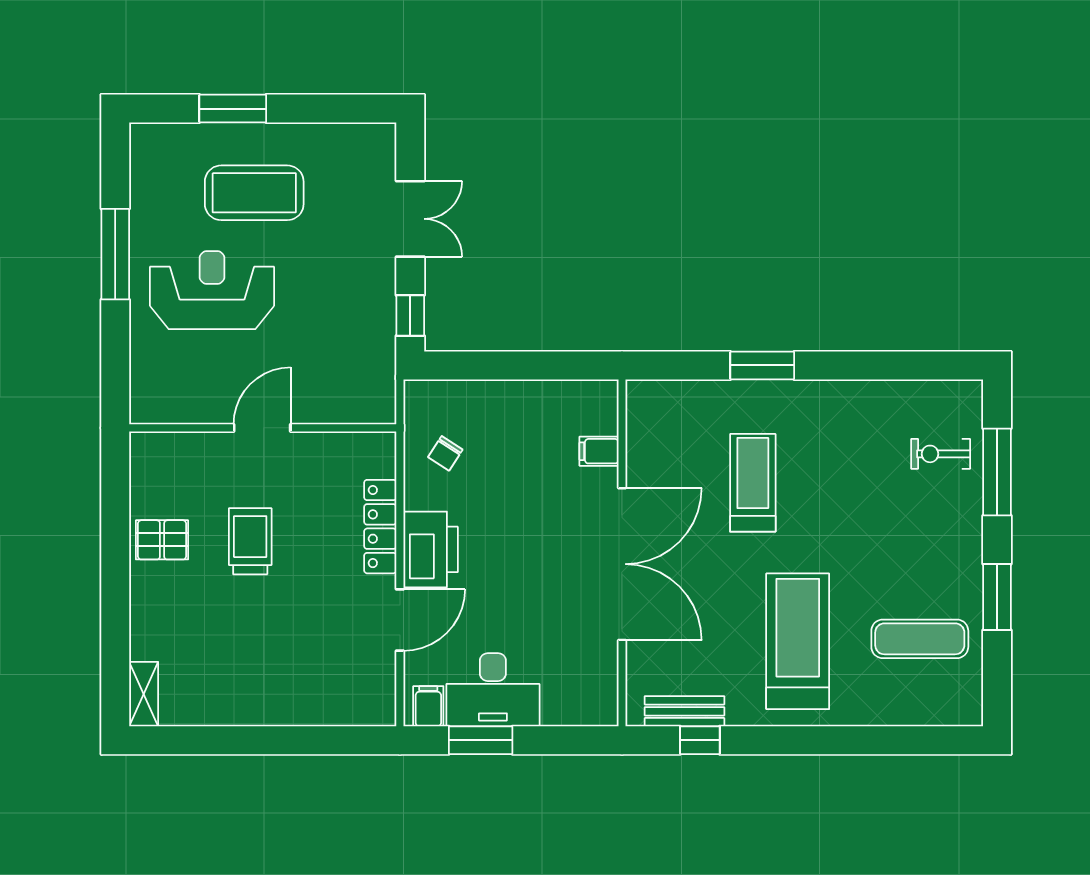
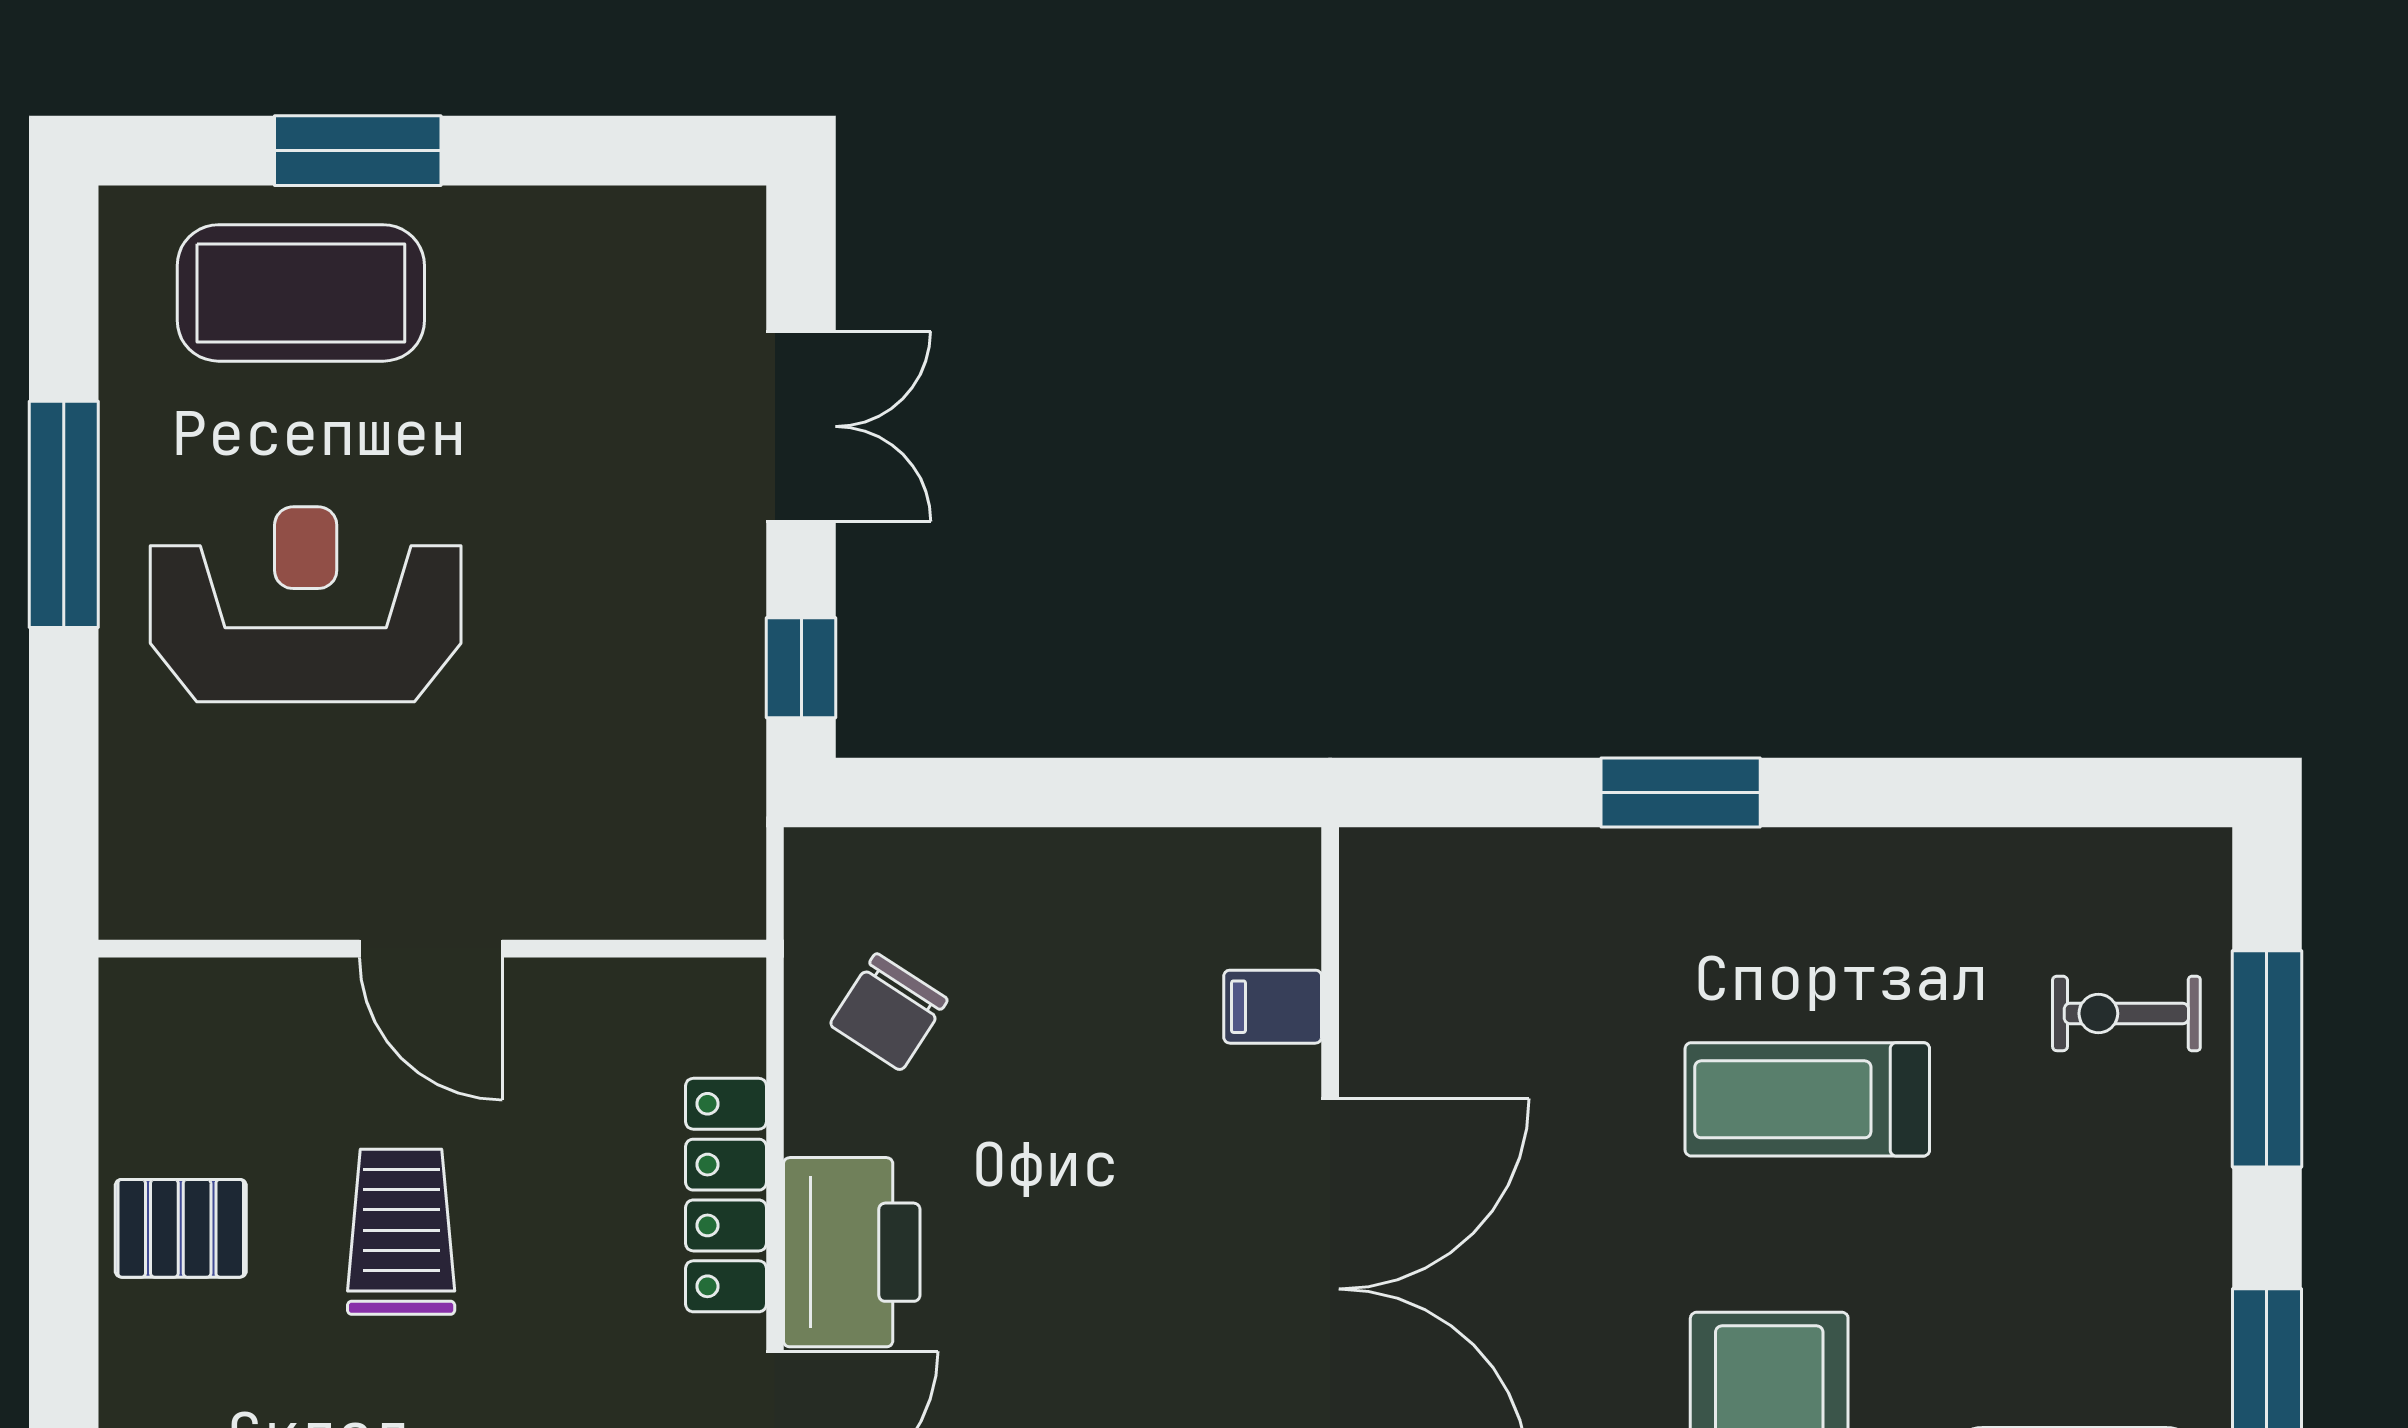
coffee table: (254, 193) -> (301, 293), moved
door: (262, 428) -> (431, 949), swing flipped
chair: (445, 453) -> (889, 1012), width x1.37, depth x1.37
treadmill: (753, 483) -> (1807, 1099), moved, turned -90

